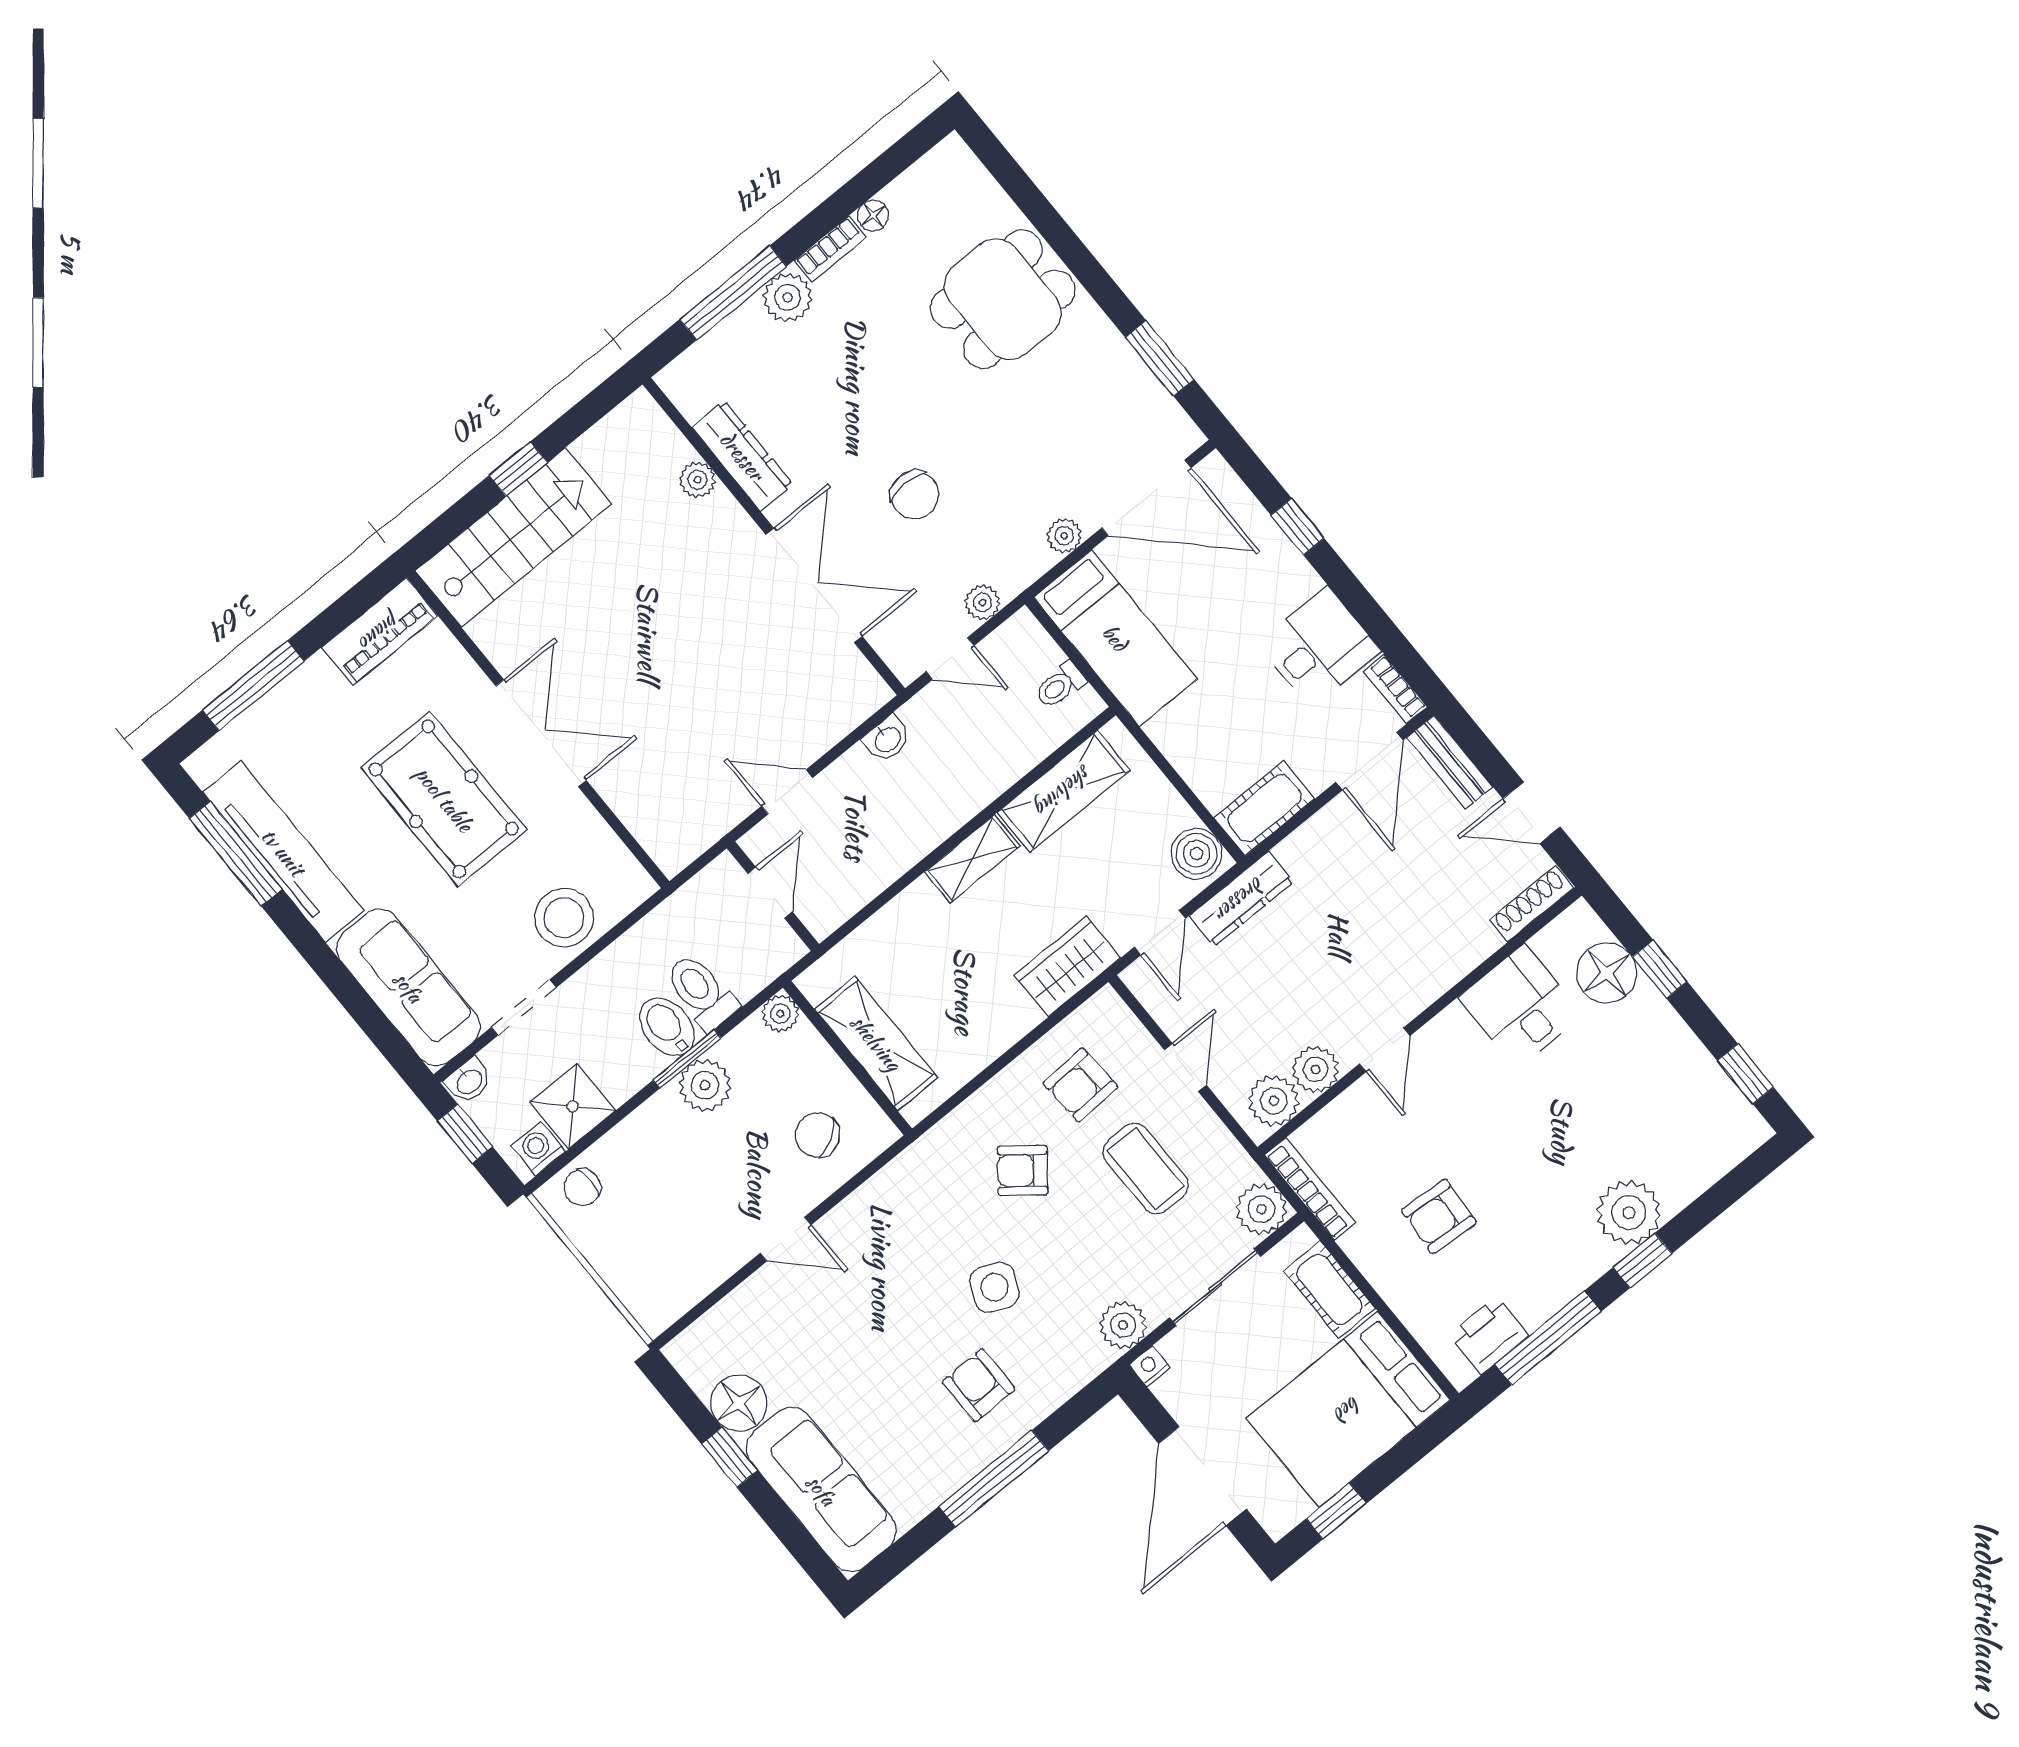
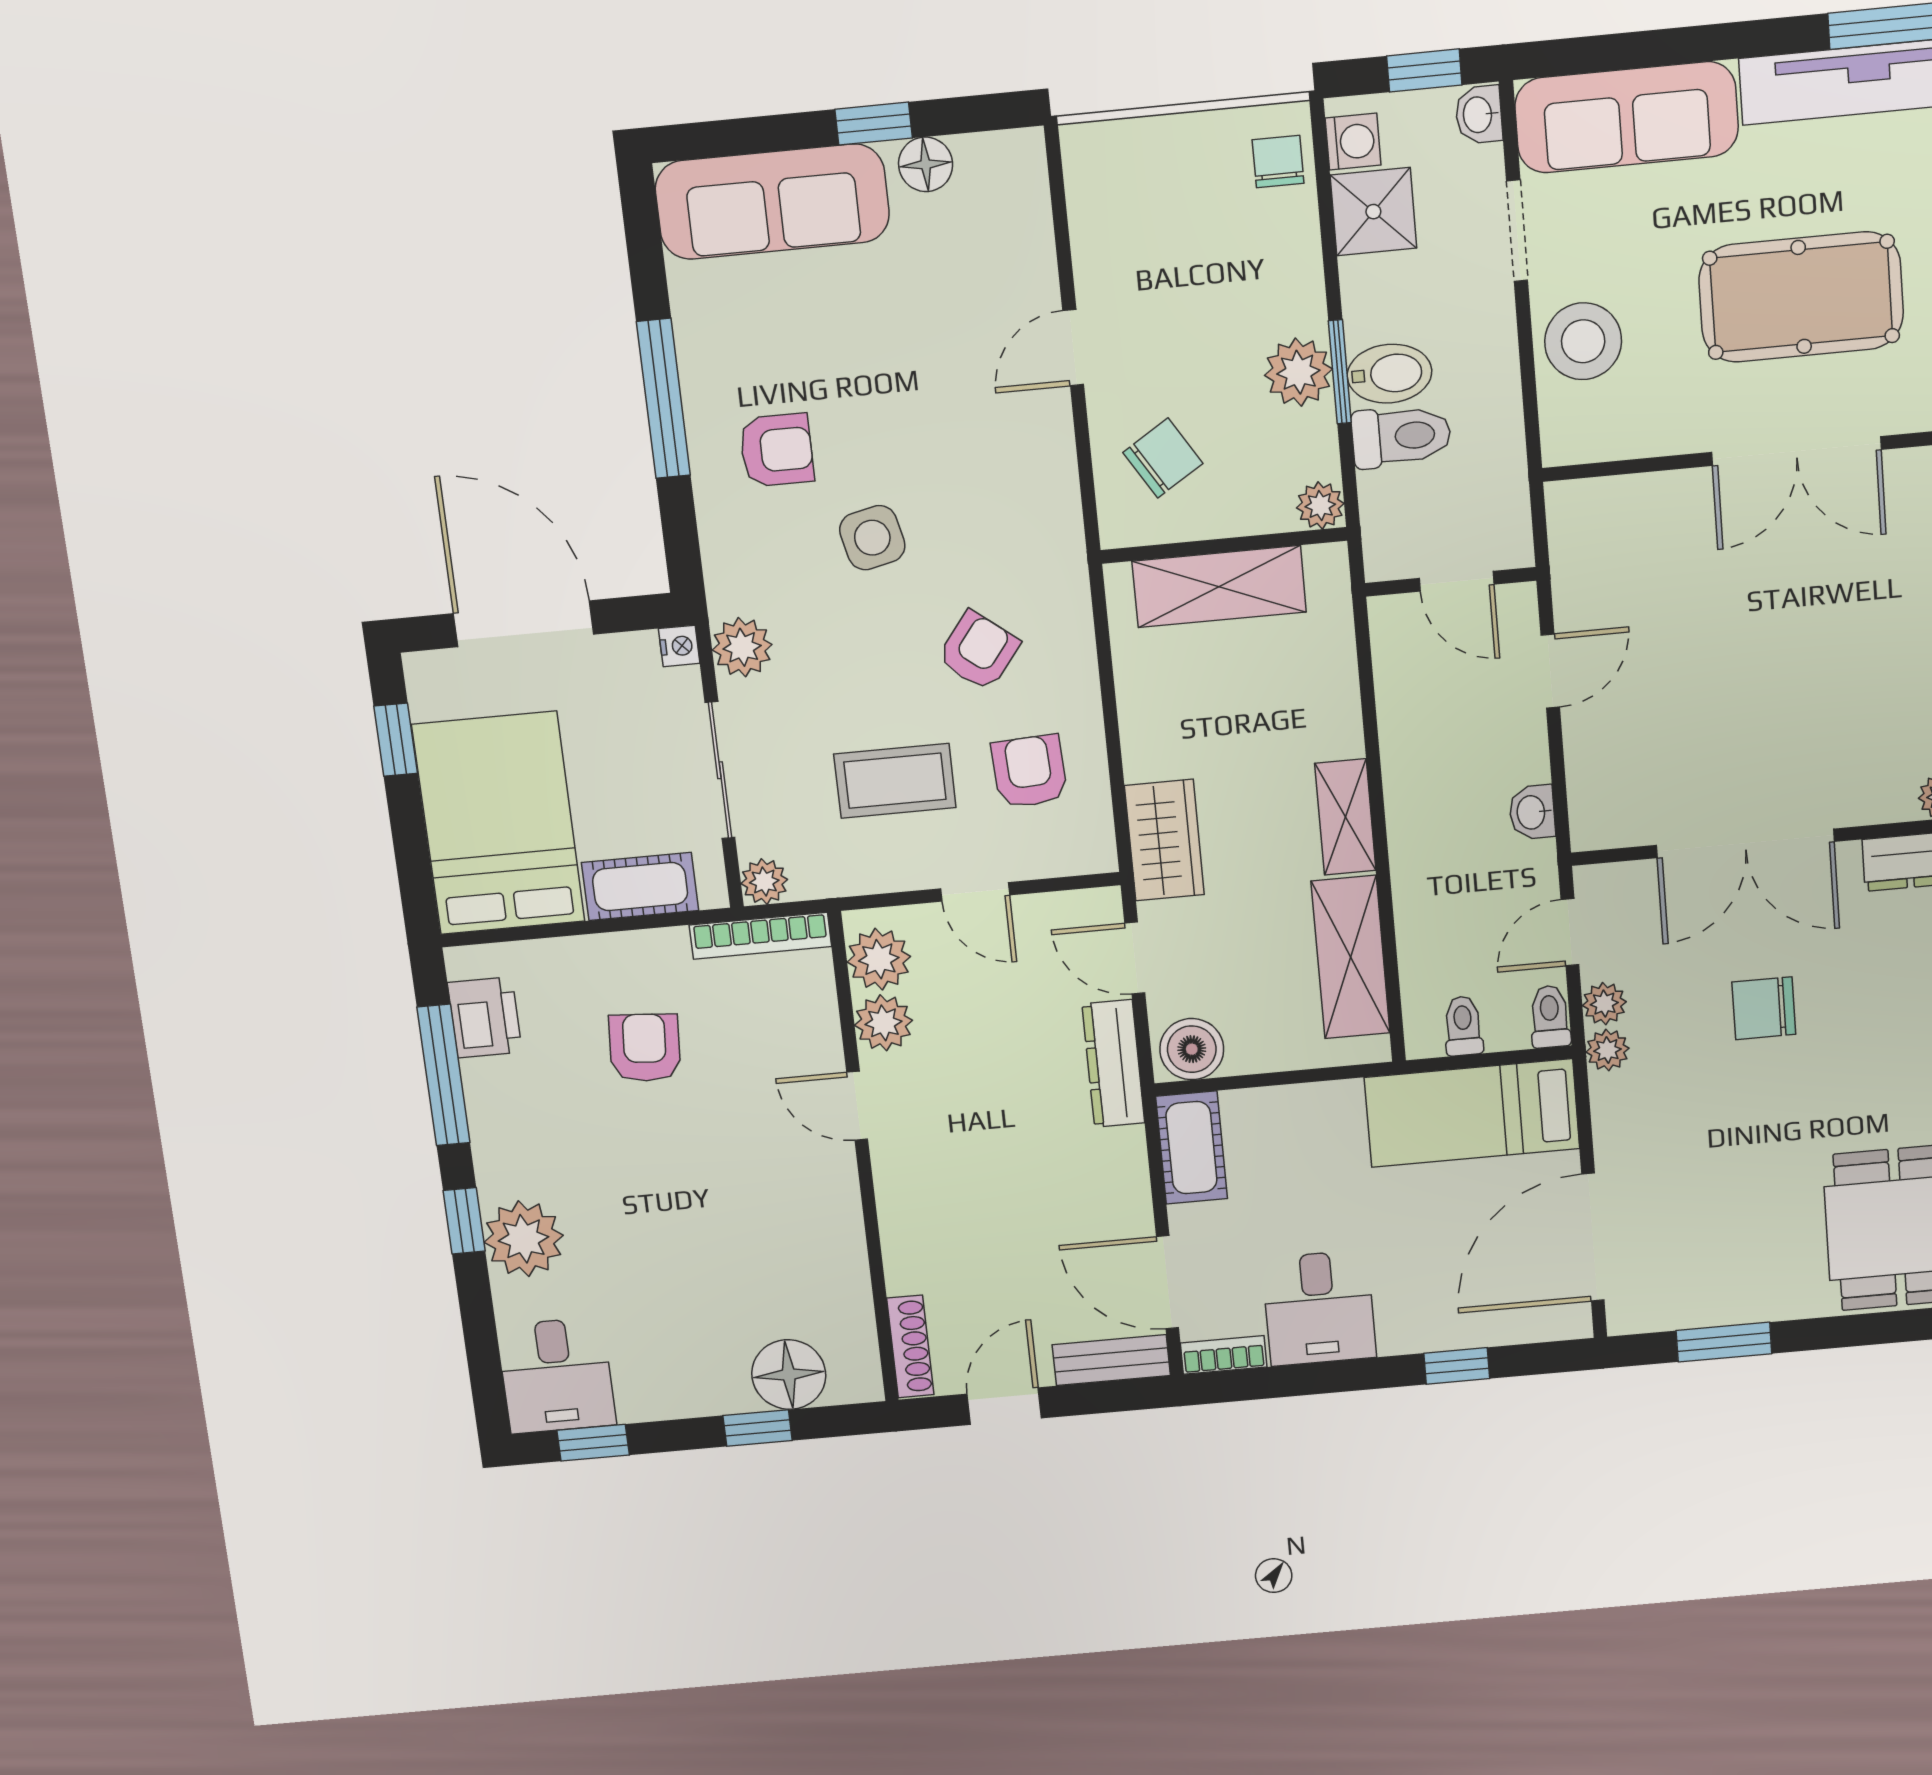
plant: (1064, 536) -> (1607, 1050), moved
toilet: (1015, 632) -> (1550, 1017), added
desk: (1520, 1006) -> (556, 1375), moved, turned 90
plant: (1261, 1209) -> (764, 882), width x0.73, depth x0.73
side table: (994, 1287) -> (872, 538), turned -37
floor lamp: (739, 1403) -> (926, 164), width x0.73, depth x0.73

